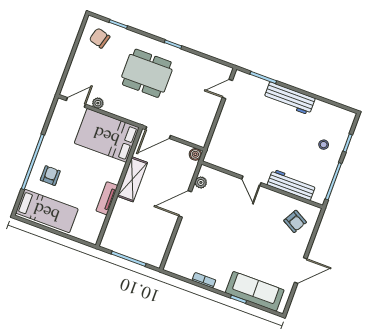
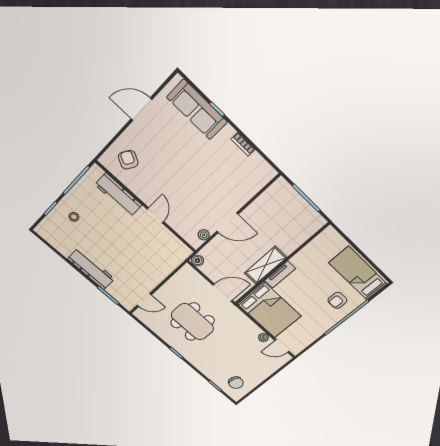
dining table: (147, 73) -> (192, 322), moved
tv unit: (107, 198) -> (280, 274), moved

